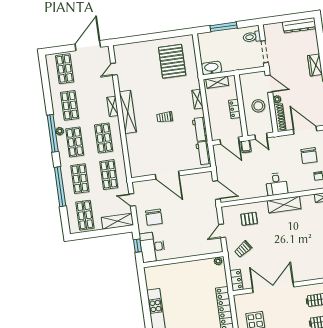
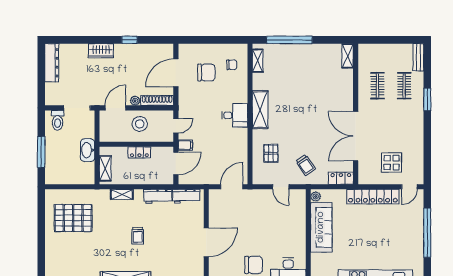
washbasin: (211, 68) -> (88, 150), moved
sofa: (193, 269) -> (321, 227), added

